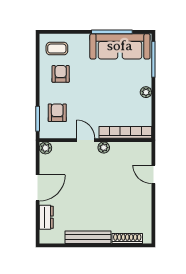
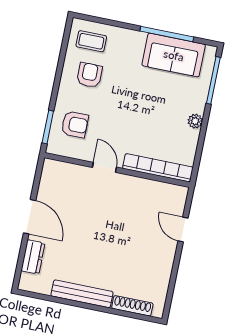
sofa: (120, 46) -> (174, 55), width x0.73
armchair: (57, 113) -> (75, 124), turned 90
plant: (45, 148) -> (50, 167), removed
plant: (104, 148) -> (126, 182), removed
door: (38, 188) -> (30, 217), hinge flipped

